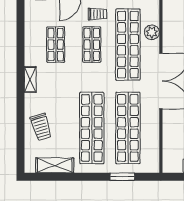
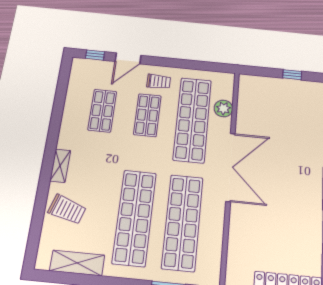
shelving: (30, 79) -> (60, 166), moved
trolley: (41, 127) -> (67, 209), turned -55

